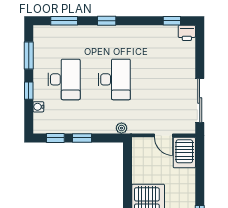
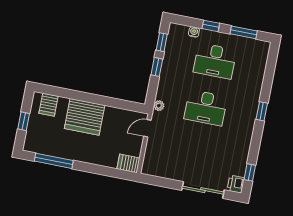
window: (64, 21) -> (269, 72), removed
sliding door: (200, 100) -> (203, 190), moved
door: (163, 135) -> (147, 128), moved
server rack: (184, 153) -> (128, 163), width x0.73, depth x0.70

